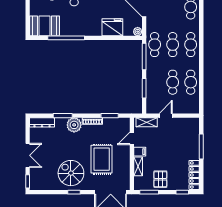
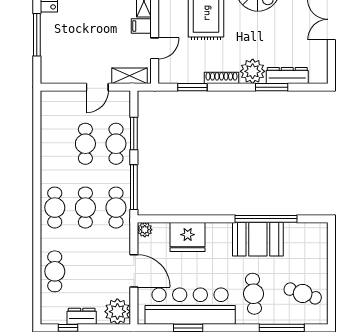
booth: (45, 26) -> (258, 239), moved
cafe table: (191, 82) -> (116, 144), moved
dresser: (42, 122) -> (287, 76), moved

